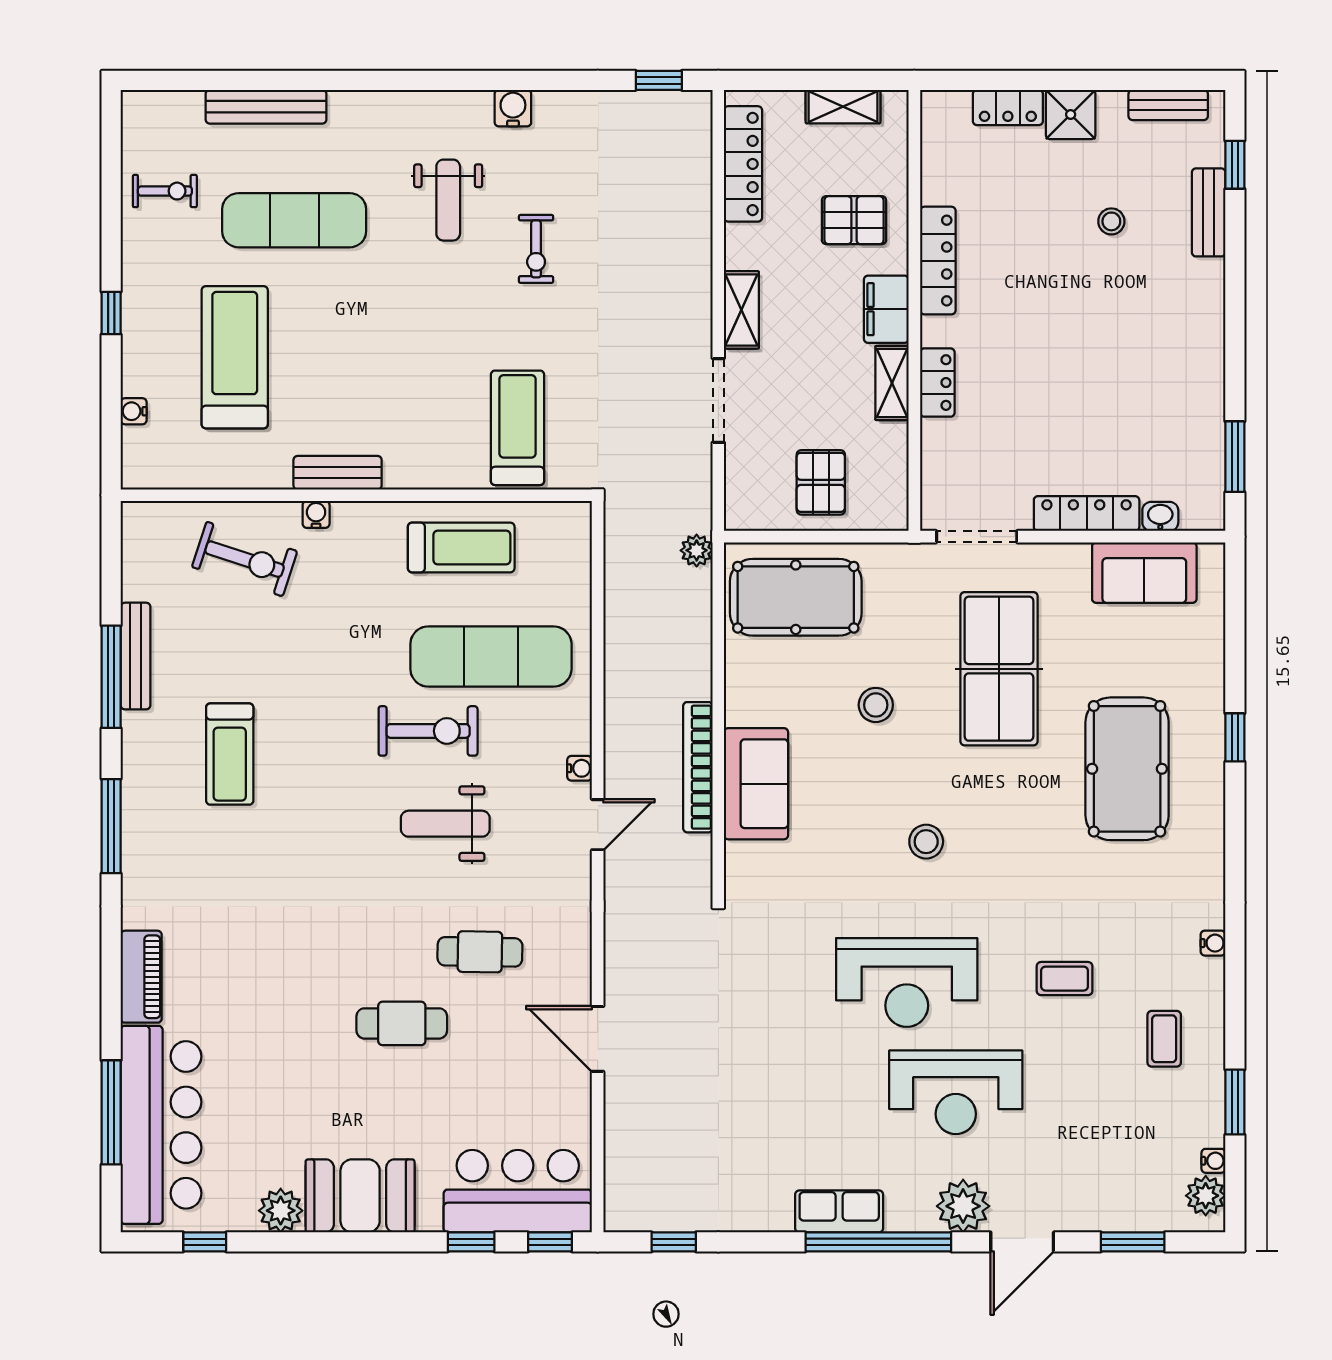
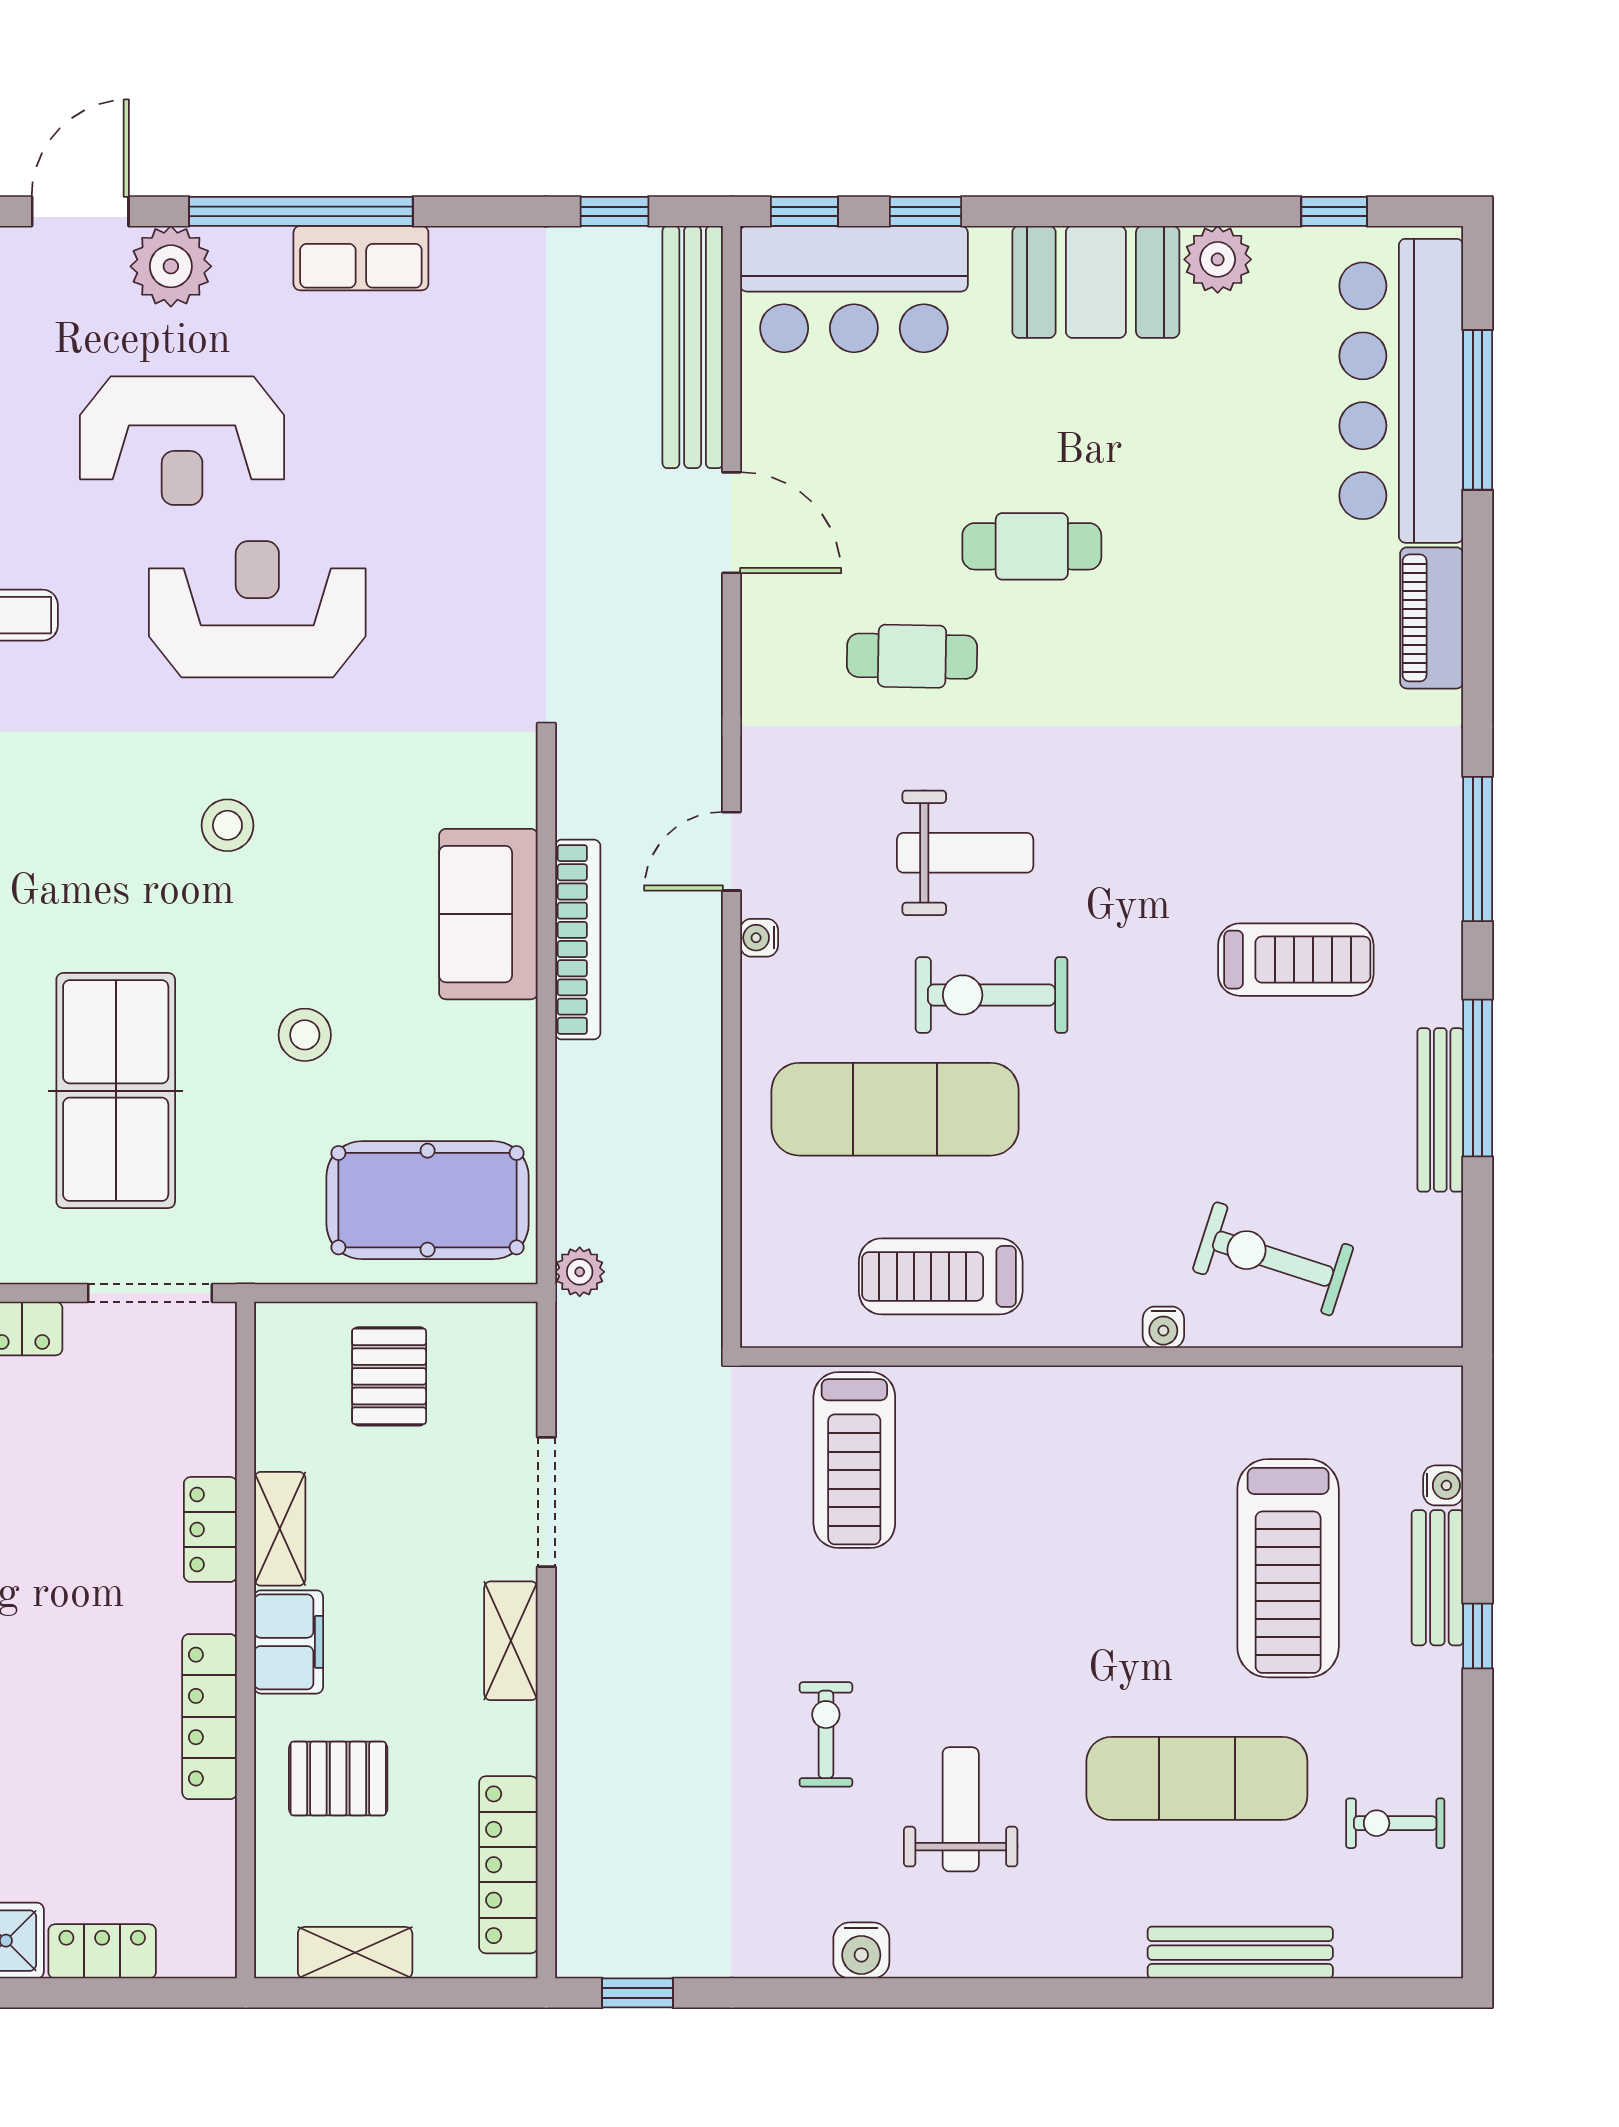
bench: (338, 473) -> (1437, 1578), moved, turned 90
treadmill: (230, 754) -> (1296, 960), turned 90
reception desk: (956, 1092) -> (182, 441), turned 180
bench: (623, 1153) -> (693, 347), added

